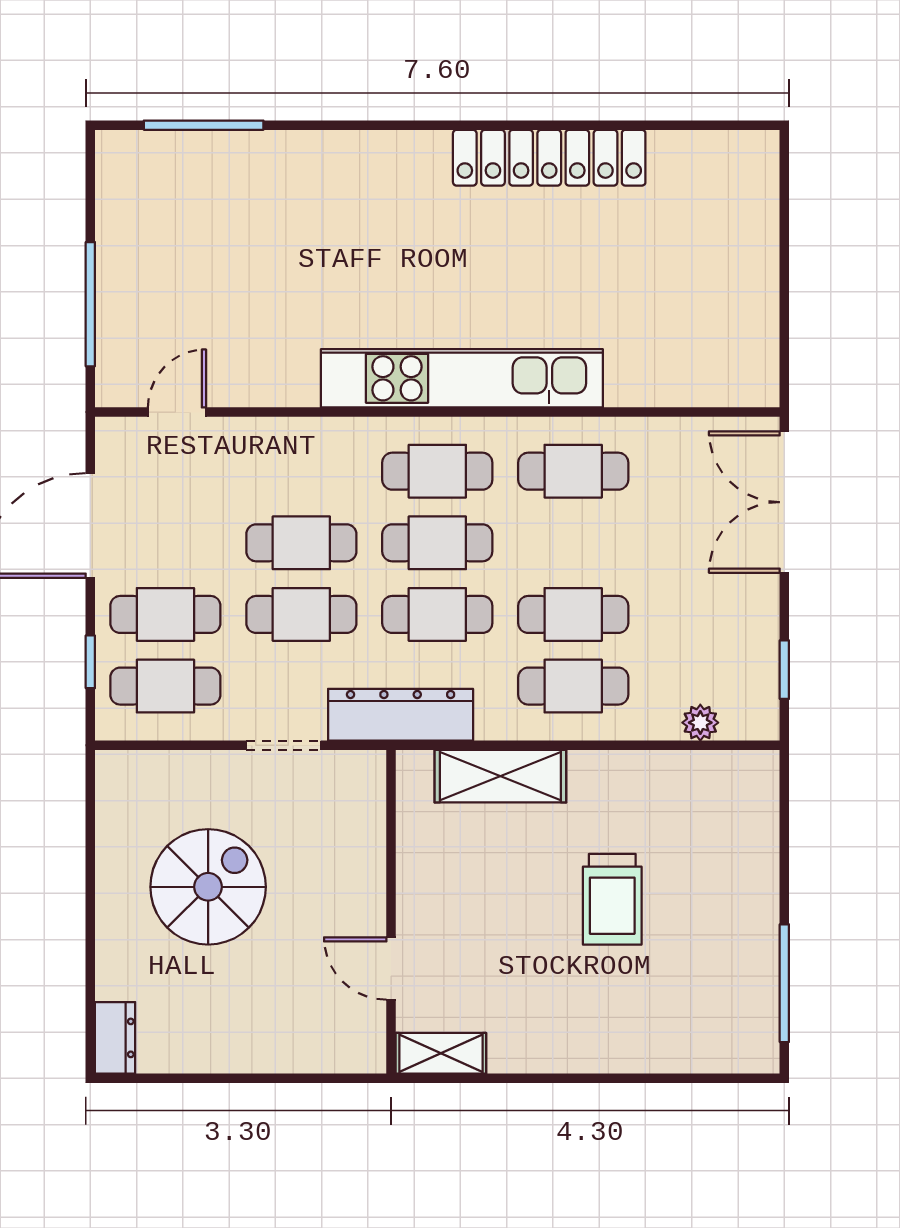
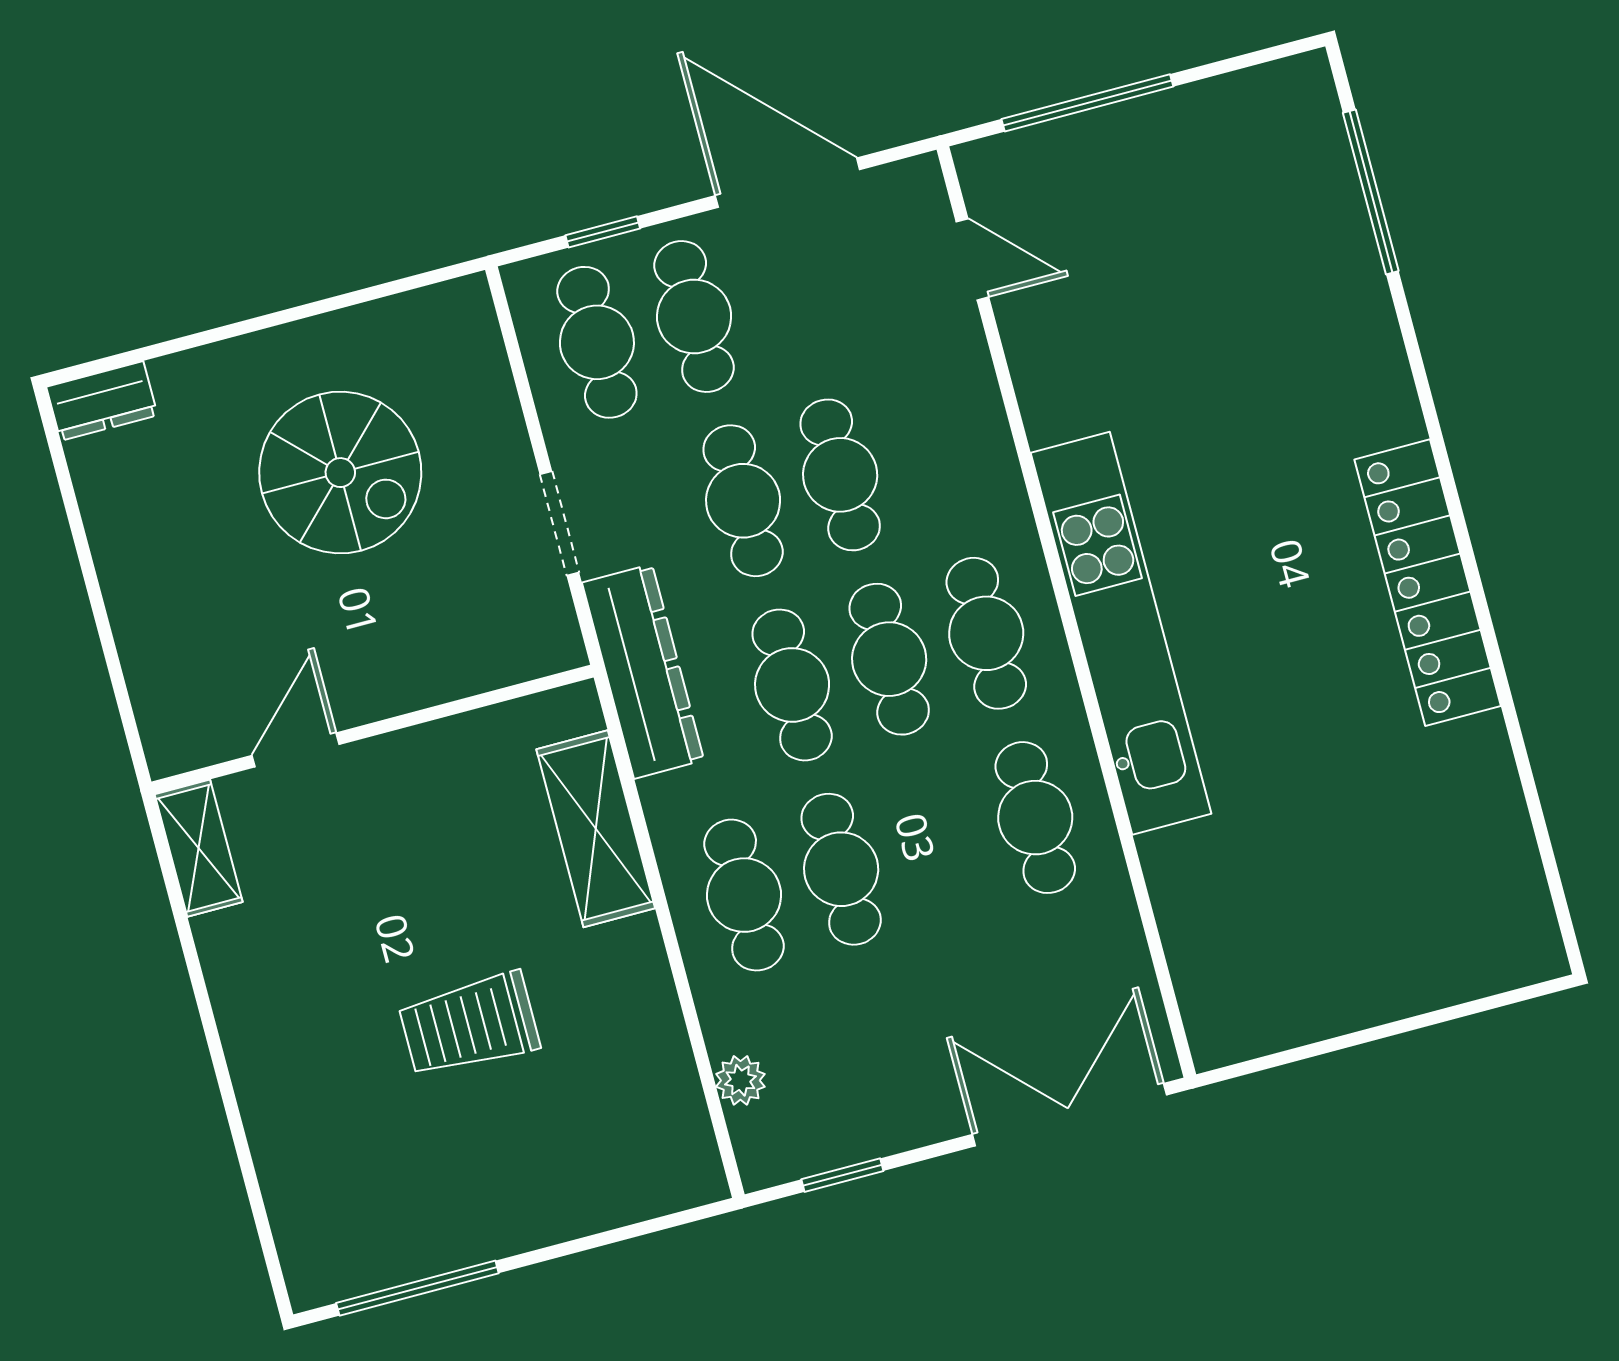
locker: (549, 158) -> (1428, 583), moved

